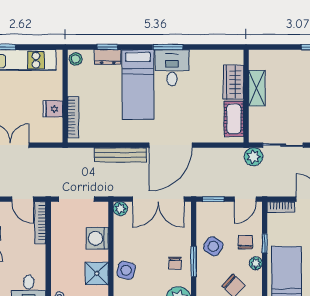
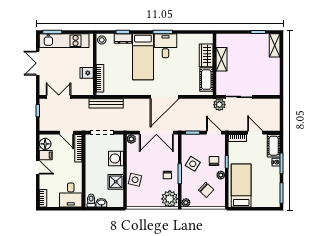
bench: (120, 155) -> (106, 103), moved
door: (245, 199) -> (214, 133), swing flipped

